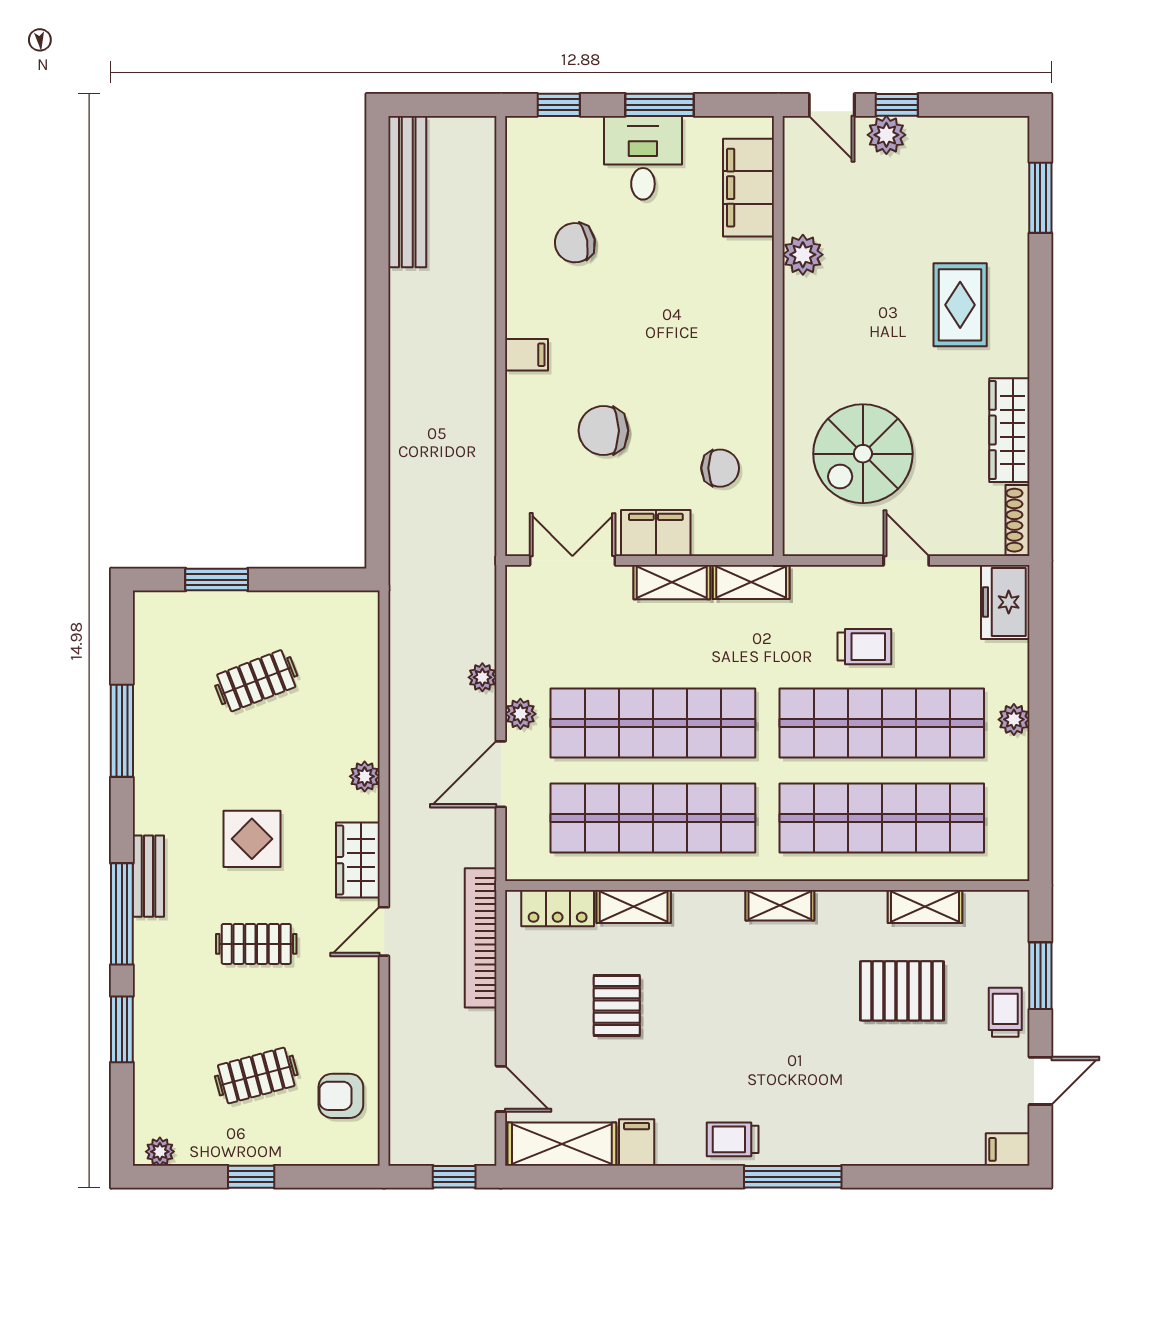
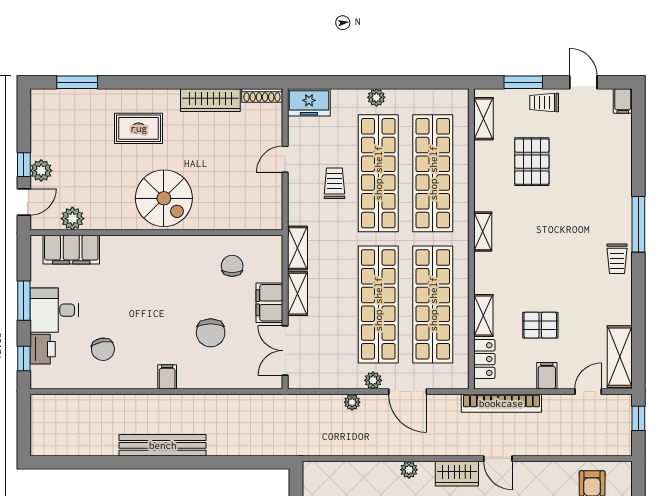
printer: (575, 138) -> (43, 349), added
bench: (407, 192) -> (163, 445), moved
plant: (803, 255) -> (72, 219), moved
spiral stairs: (863, 454) -> (164, 198), moved
shelving: (925, 907) -> (484, 119), moved
filing cabinet: (637, 1142) -> (547, 376), moved, turned 90

